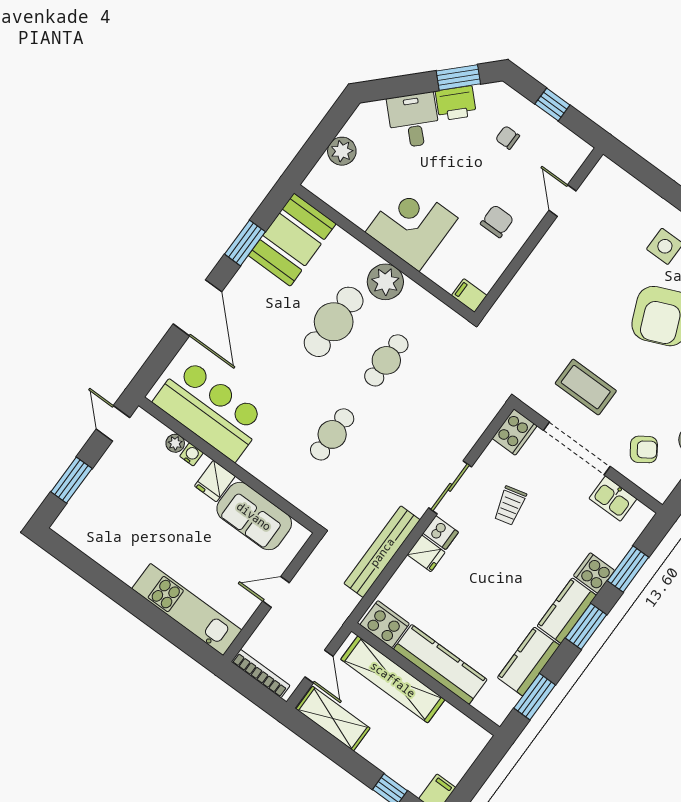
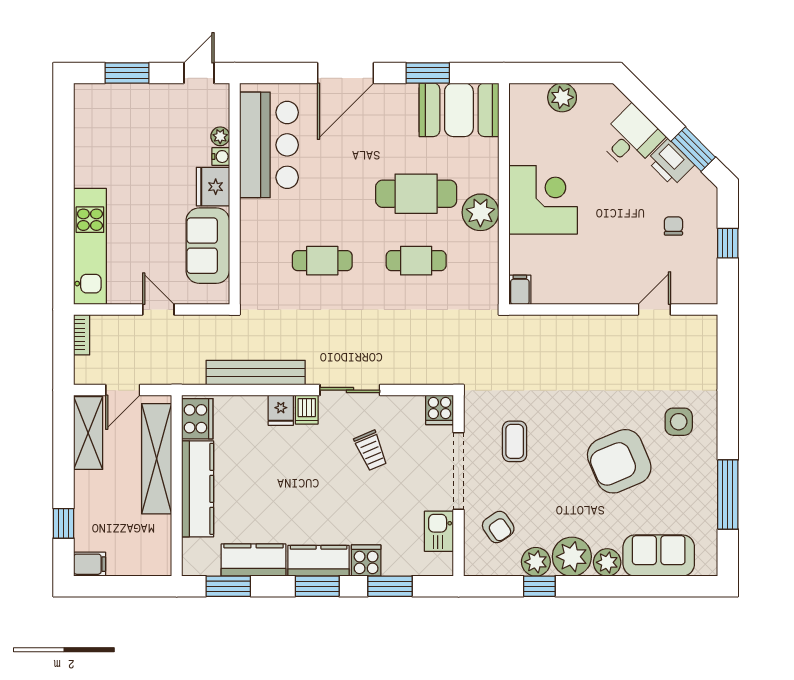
chair: (497, 221) -> (598, 268), removed
coffee table: (586, 387) -> (515, 441), width x0.73, depth x0.77
cooker: (515, 432) -> (440, 410), width x0.73
fridge: (215, 481) -> (213, 187), width x1.38
trolley: (510, 506) -> (371, 450), turned -99
bookcase: (261, 674) -> (82, 335), width x0.64

